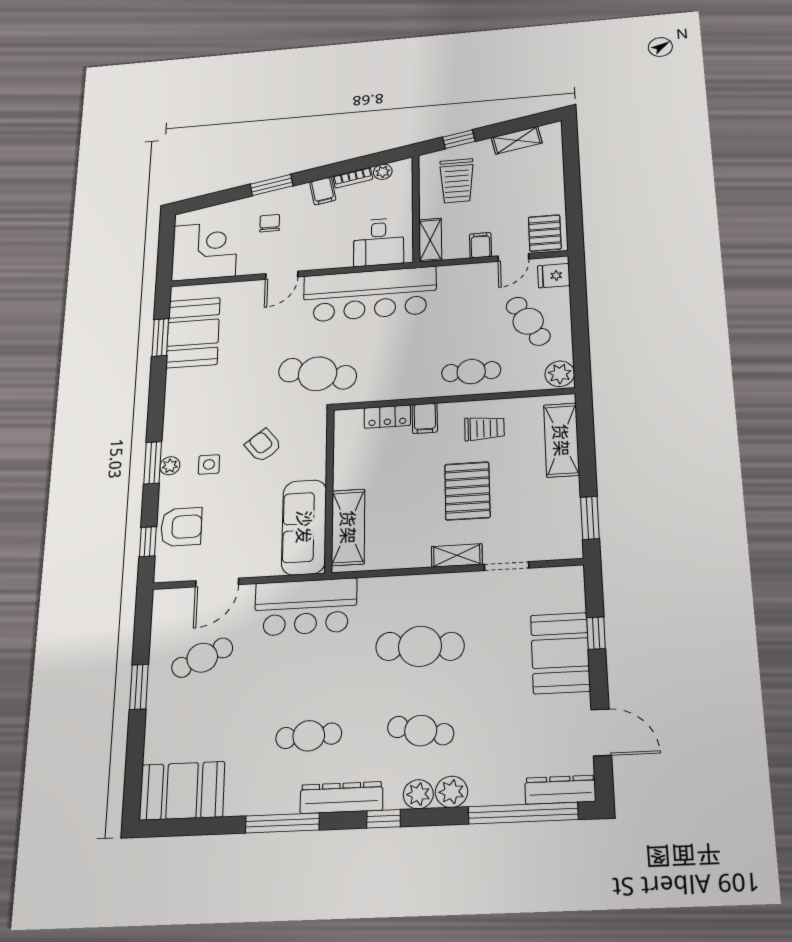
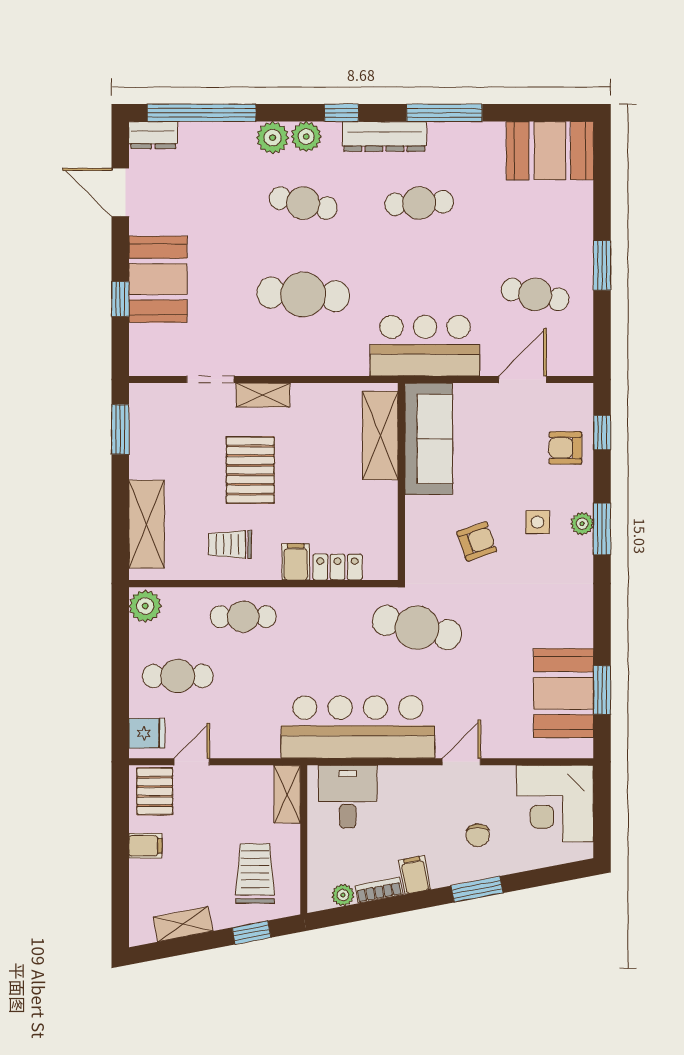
filing cabinet: (480, 245) -> (145, 846), moved, turned -90
cafe table: (528, 321) -> (178, 676), turned -60
armchair: (263, 445) -> (477, 541), turned -71
armchair: (181, 527) -> (565, 448), width x0.72, depth x0.72
cafe table: (202, 658) -> (535, 294), turned 36
dresser: (560, 790) -> (153, 135), width x0.70

